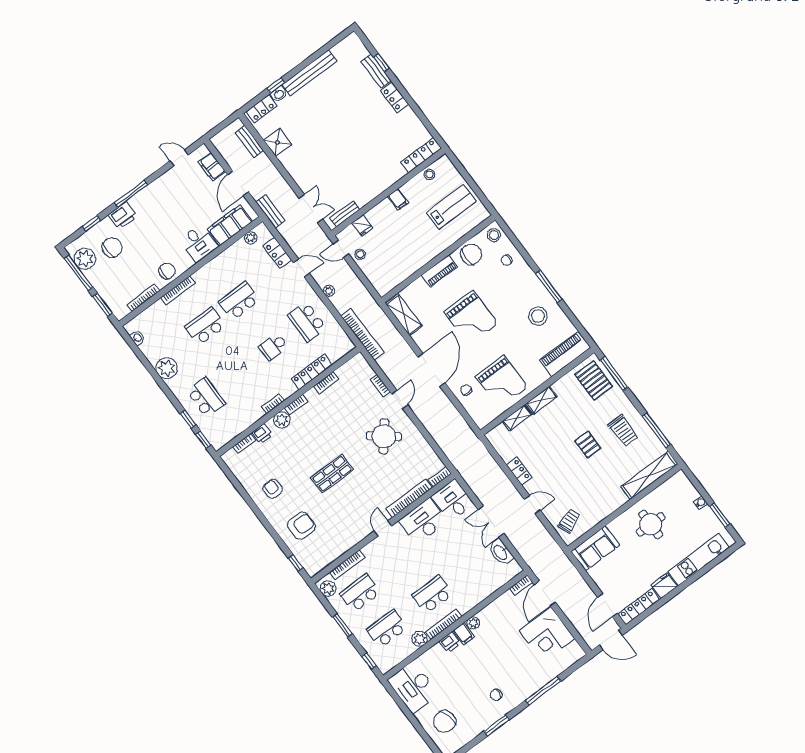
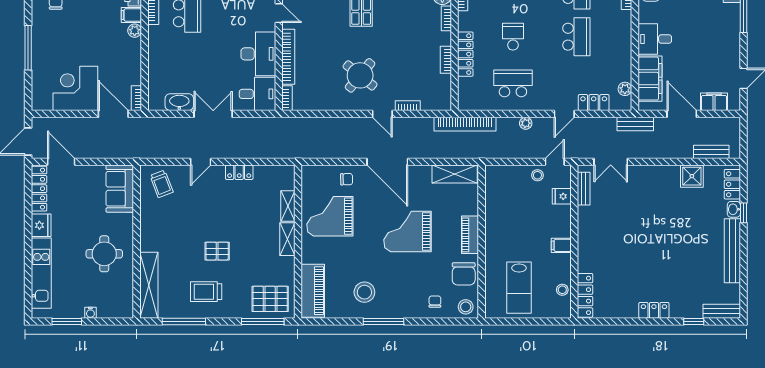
bench: (376, 71) -> (722, 311), moved

